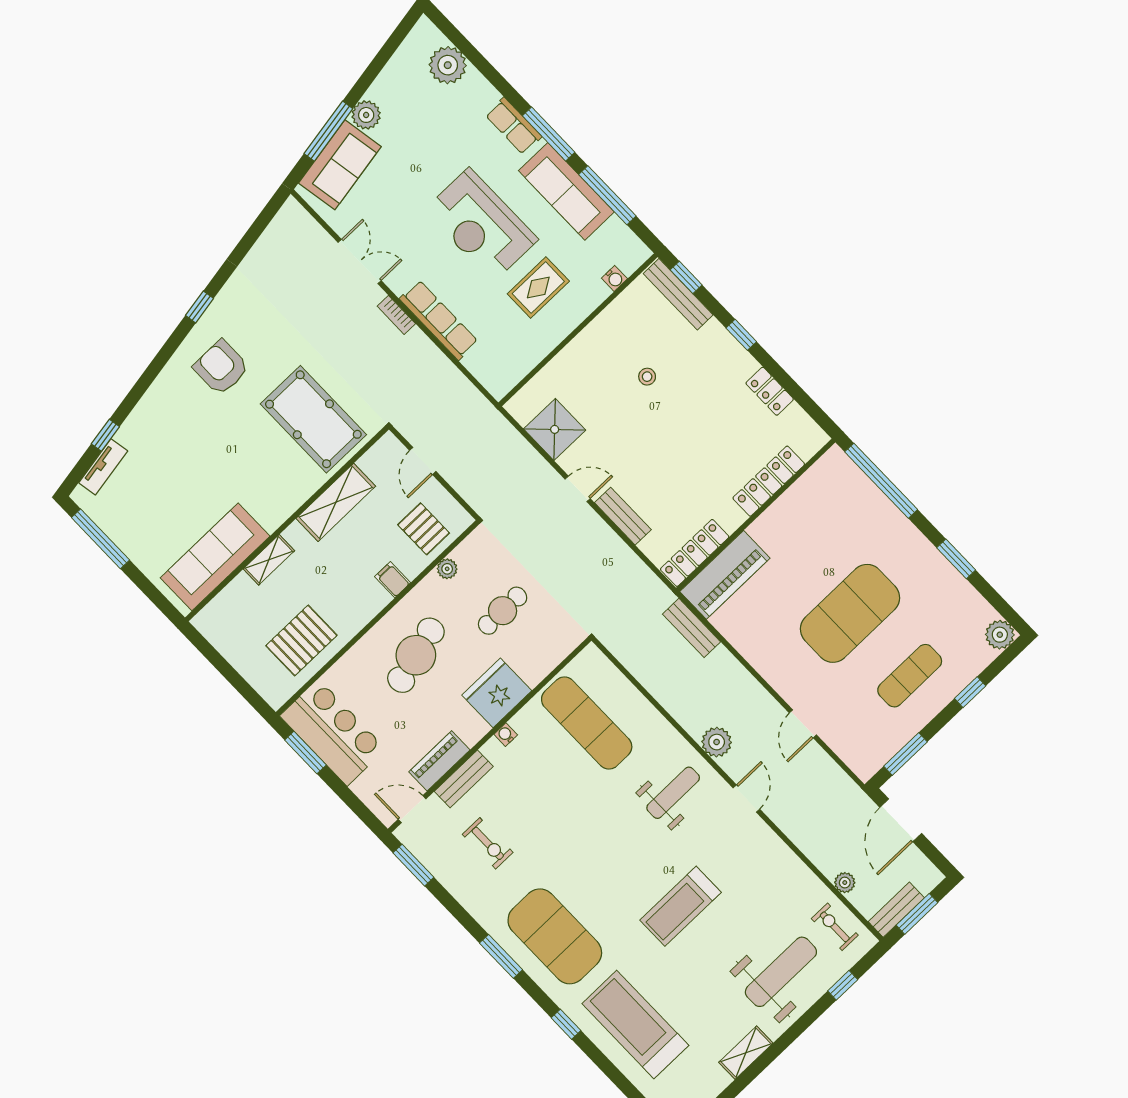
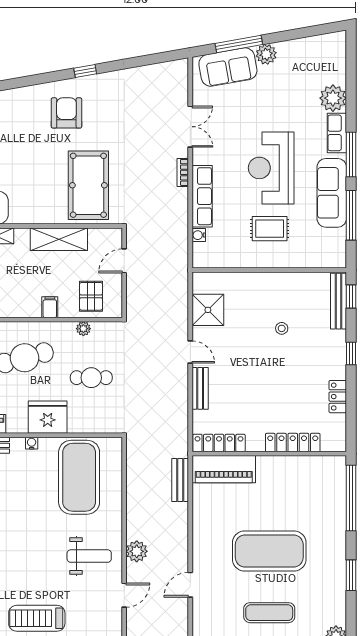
plant: (448, 65) -> (333, 98), moved
water cooler: (614, 278) -> (199, 235), moved, turned 90
exercise mat: (587, 723) -> (79, 477), width x1.47

